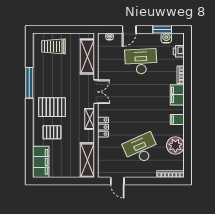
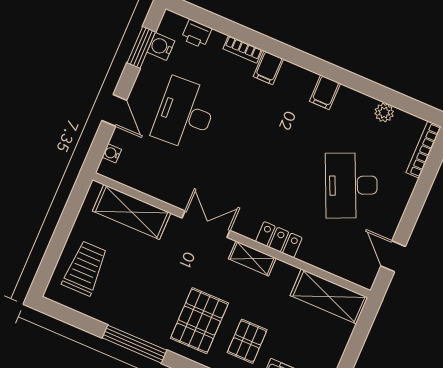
trolley: (53, 46) -> (85, 268), turned 180
filing cabinet: (177, 95) -> (268, 68), width x0.50
plant: (175, 146) -> (384, 113), width x0.53, depth x0.53
door: (117, 181) -> (393, 256), swing flipped

